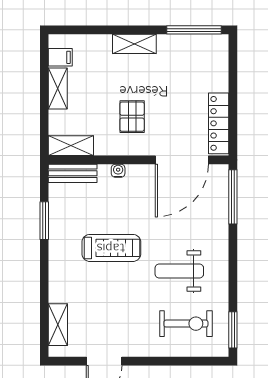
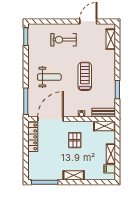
treadmill: (111, 248) -> (85, 76), turned 90
weight bench: (179, 271) -> (49, 77), moved
exercise bike: (186, 324) -> (64, 40), moved

